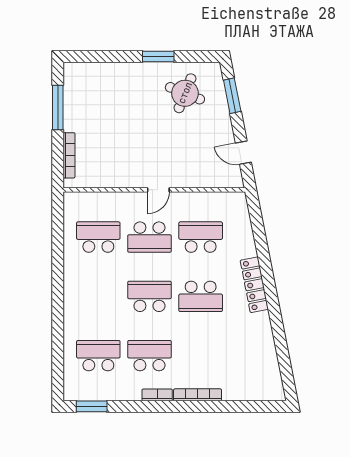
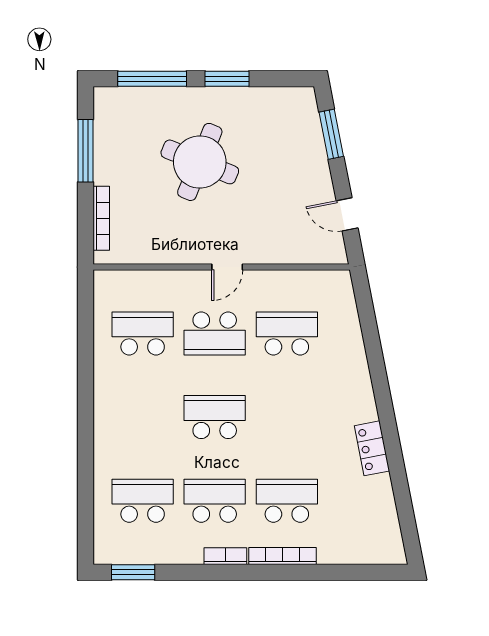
window: (105, 56) -> (152, 79), added
round table: (185, 93) -> (200, 162), moved, width x1.36, depth x1.36
locker: (254, 285) -> (372, 448), moved, width x0.66
school desk: (201, 296) -> (287, 501), moved, turned 180

